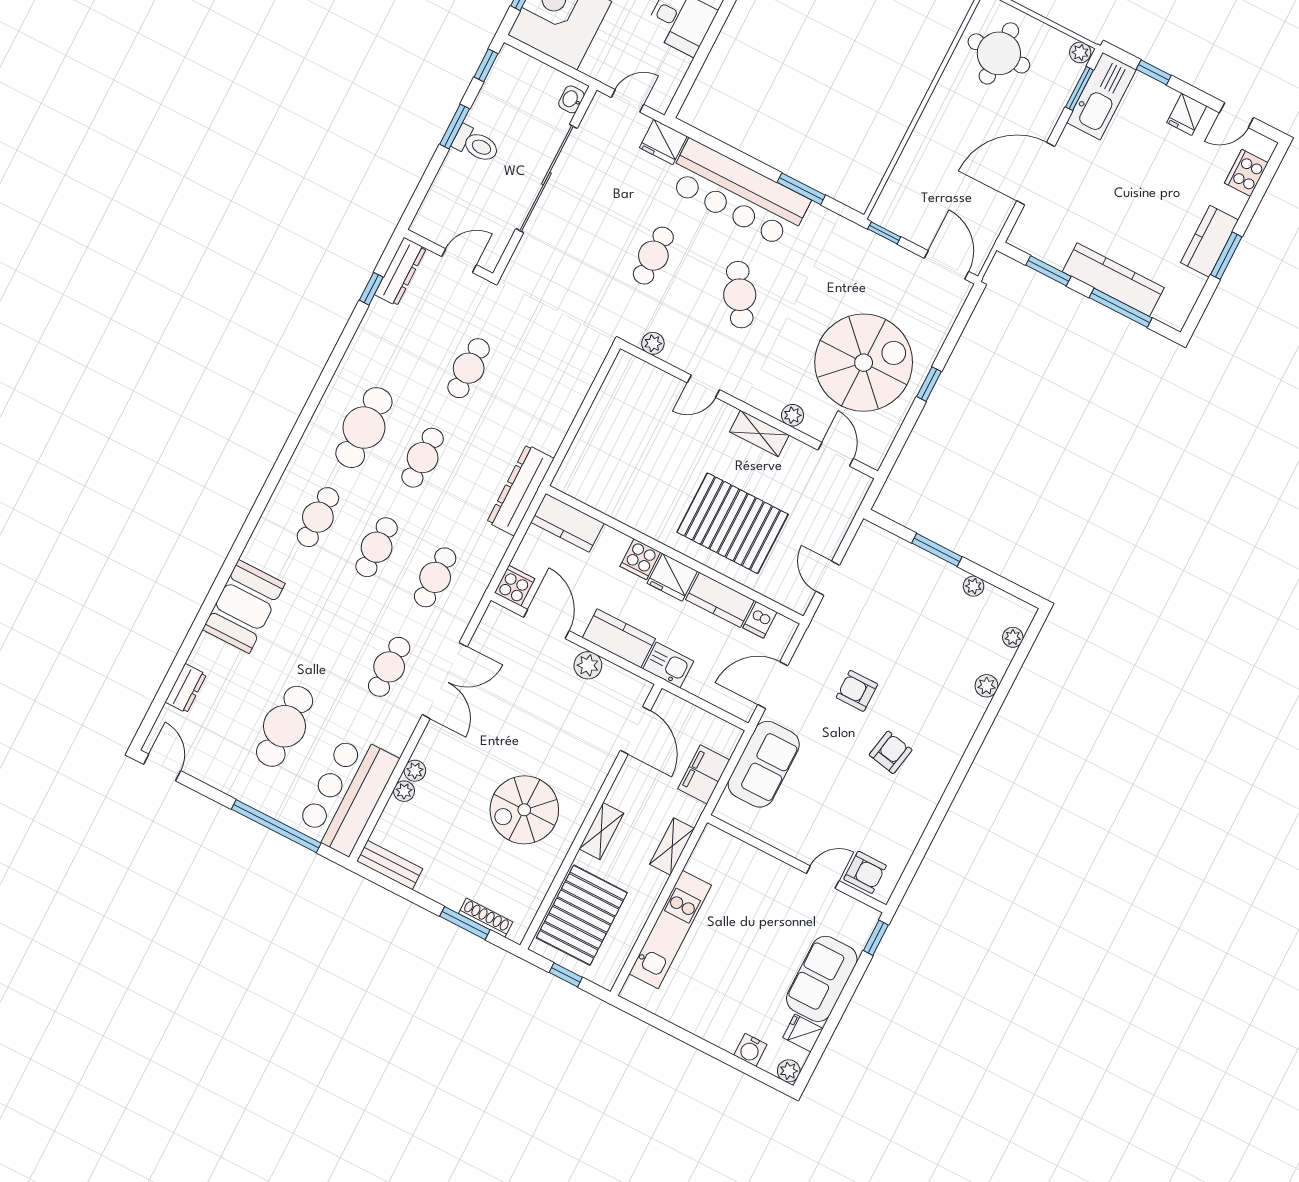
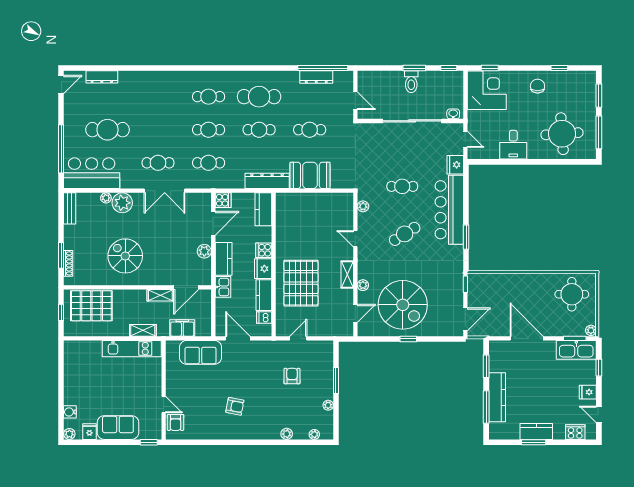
dresser: (400, 272) -> (316, 77), moved
window: (371, 289) -> (323, 68), width x3.17
booth: (244, 606) -> (310, 175), moved
dresser: (186, 688) -> (102, 77), width x1.44
armchair: (857, 691) -> (292, 376), moved
plant: (415, 771) -> (122, 203), width x1.88, depth x1.88
shelving: (601, 831) -> (160, 295), moved
kitchen unit: (670, 930) -> (132, 349), moved

